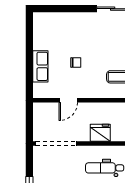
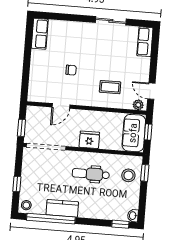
row of seats: (40, 66) -> (40, 34), moved
window: (29, 126) -> (21, 128), added

